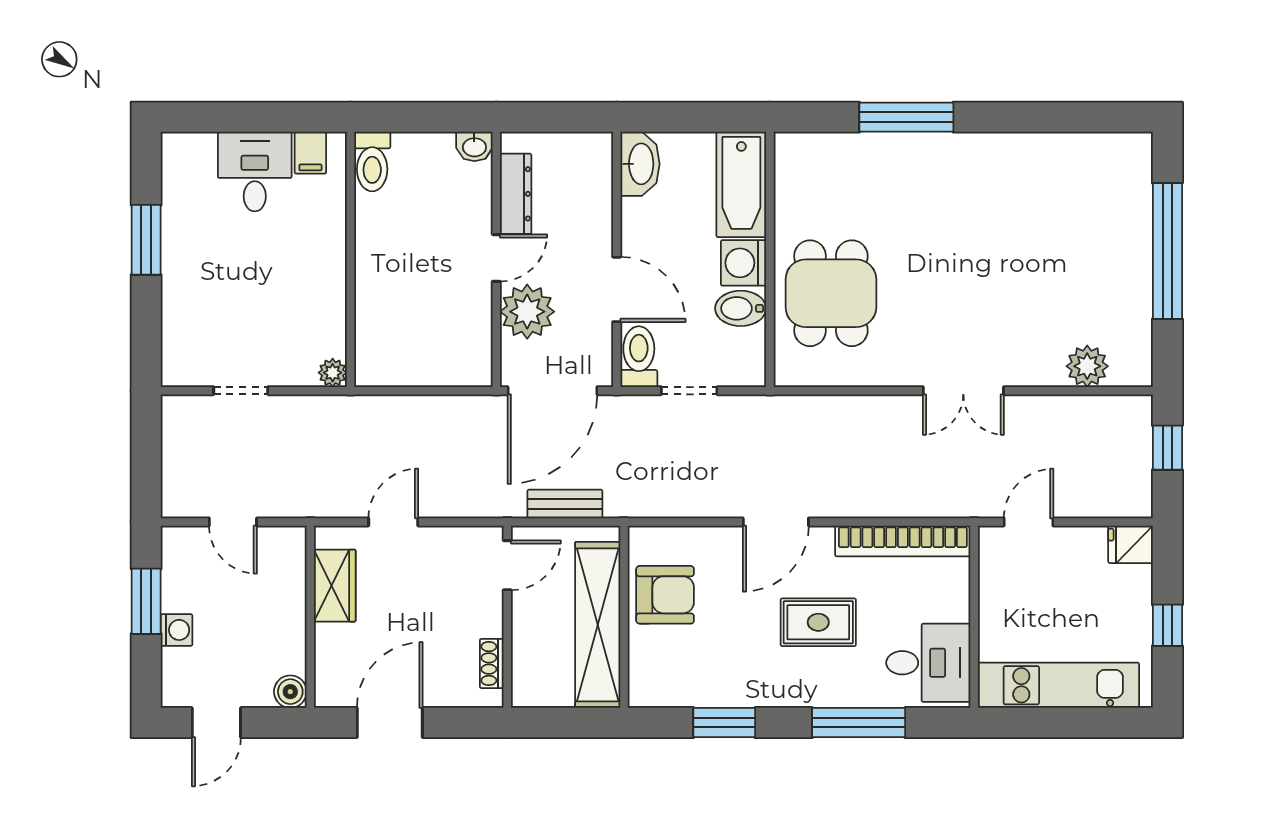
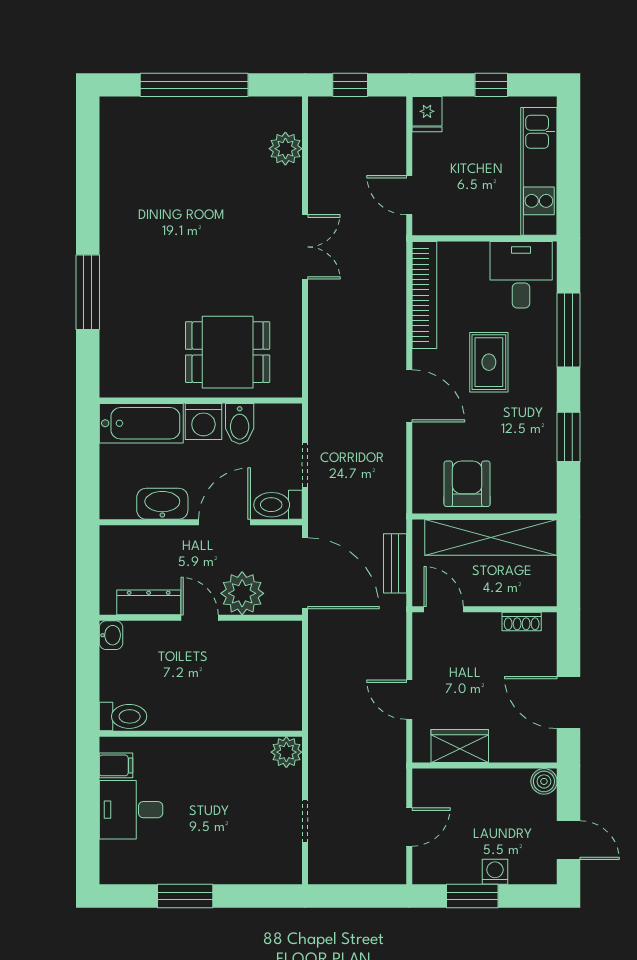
washbasin: (640, 164) -> (162, 504), moved
plant: (333, 373) -> (286, 752), width x1.38, depth x1.38

